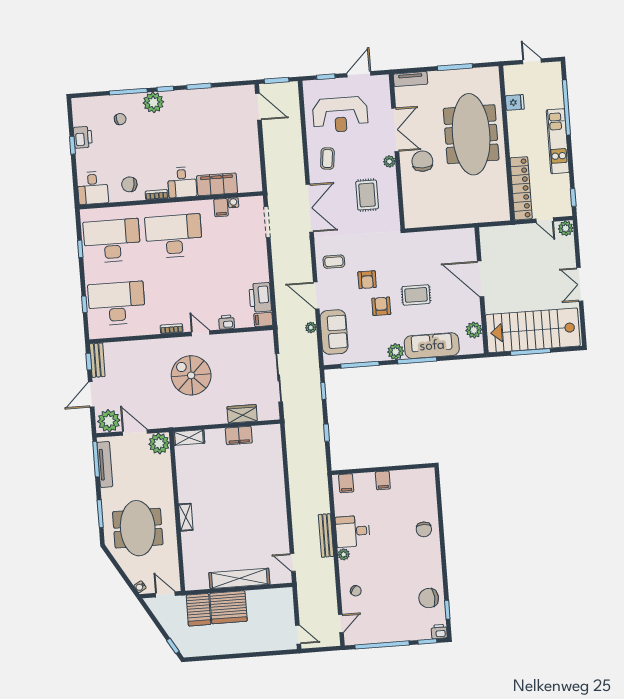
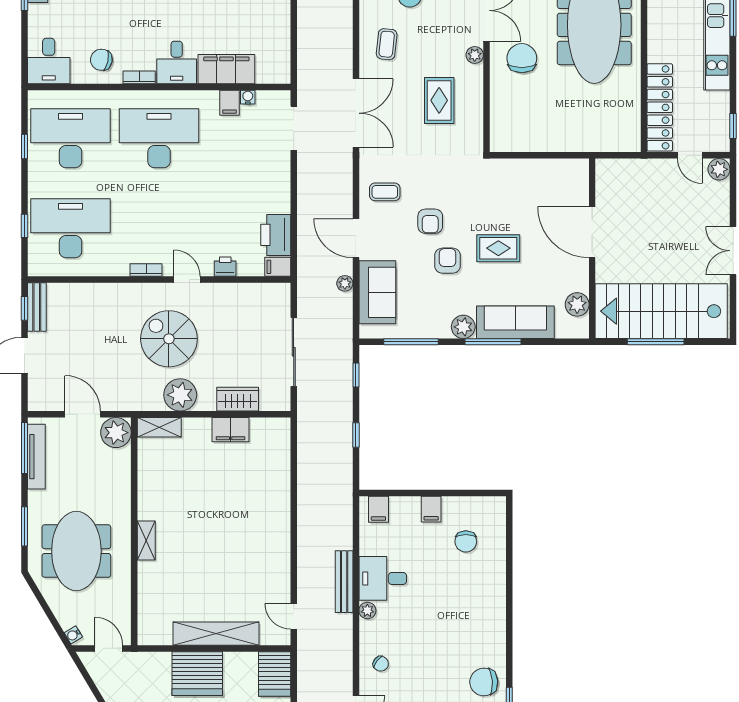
plant: (109, 421) -> (180, 395), moved
chair: (424, 529) -> (466, 541), moved
server rack: (199, 610) -> (275, 674), moved

